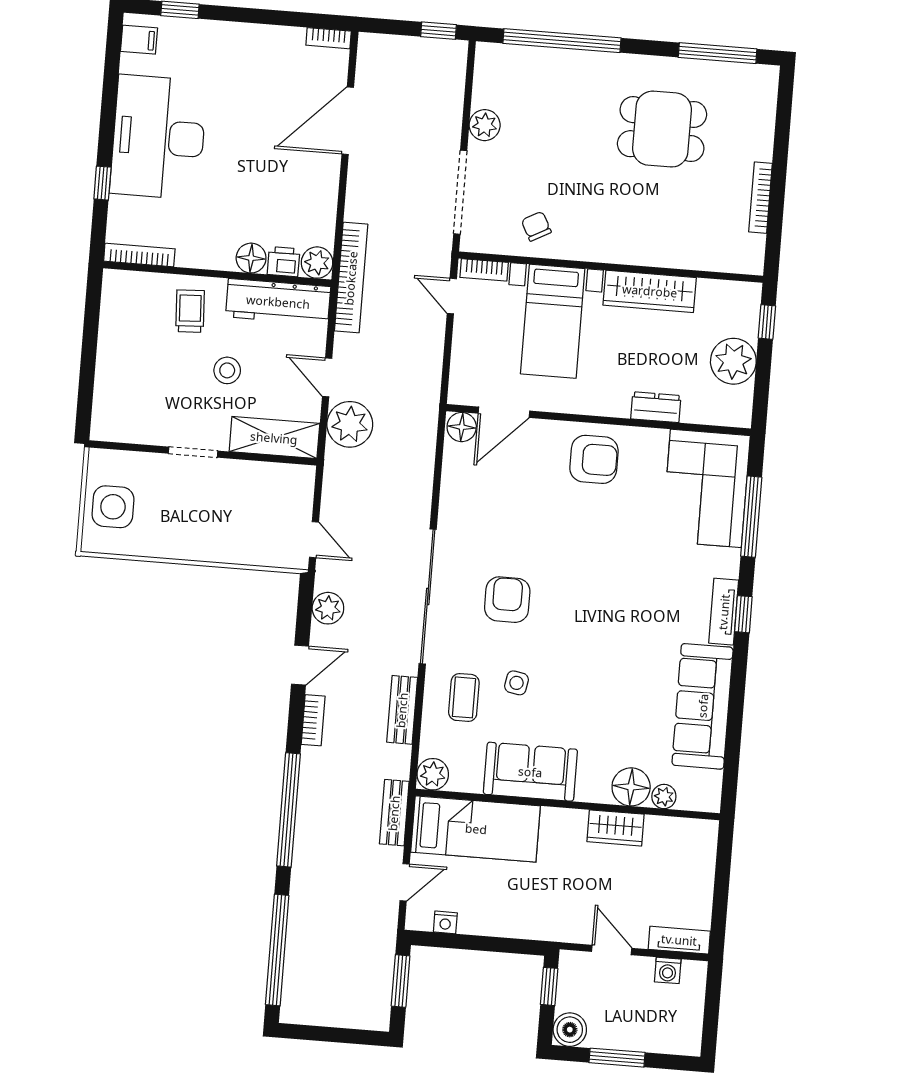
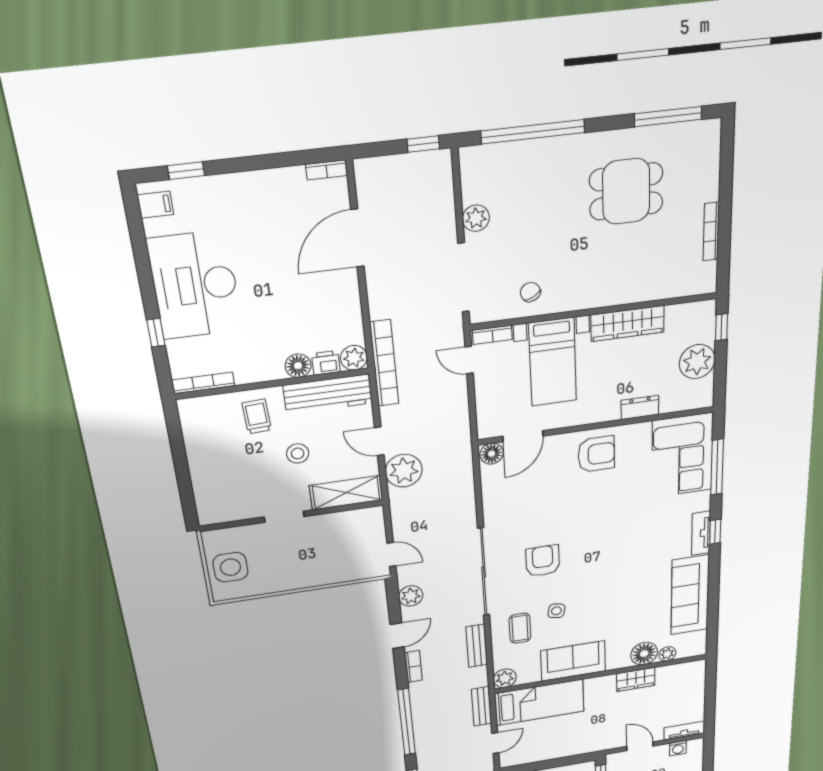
nightstand: (445, 922) -> (527, 758), removed

